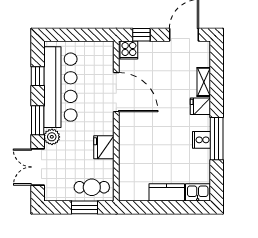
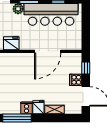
cooker: (129, 50) -> (76, 80), moved
cooker: (201, 140) -> (27, 108), moved

